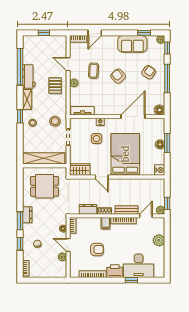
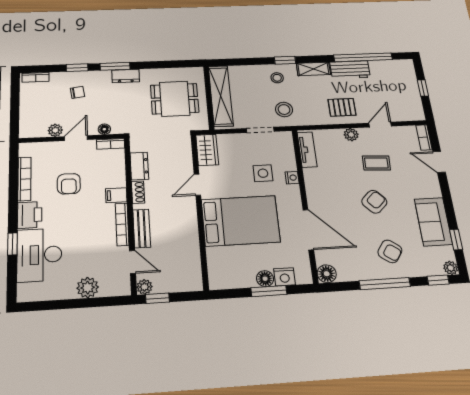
nightstand: (160, 170) -> (285, 277), moved
dining table: (44, 186) -> (175, 99), turned 90

